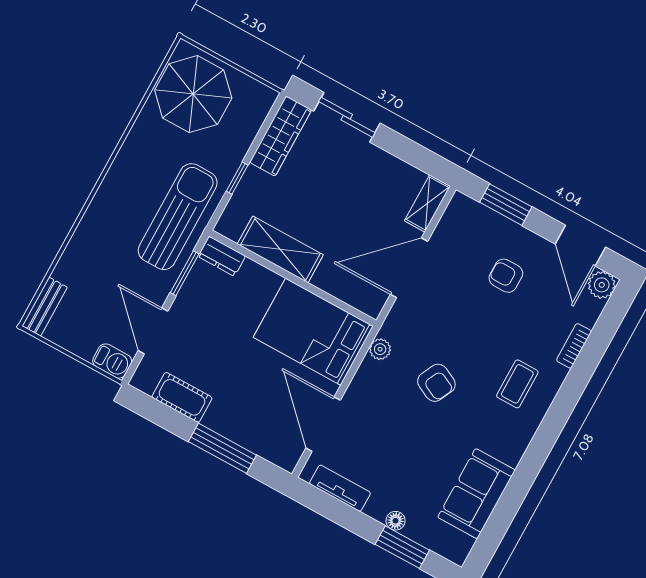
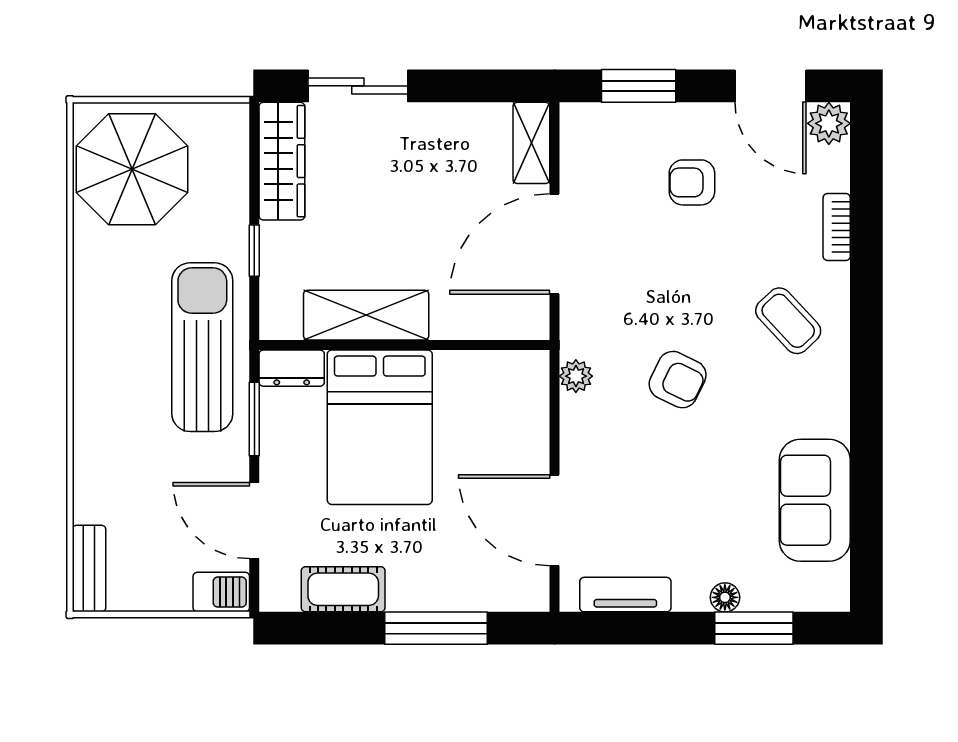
bed: (313, 332) -> (380, 427), moved, turned -90
coffee table: (517, 384) -> (788, 321), turned -43

